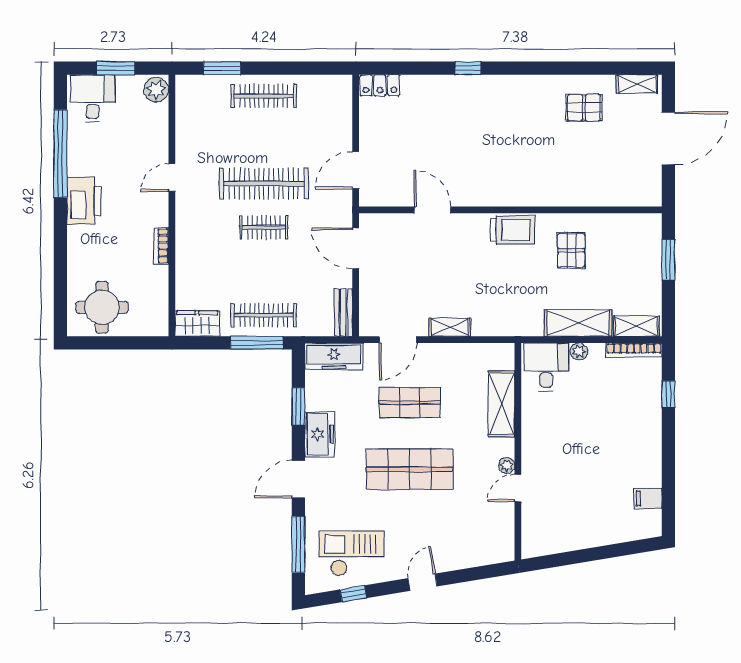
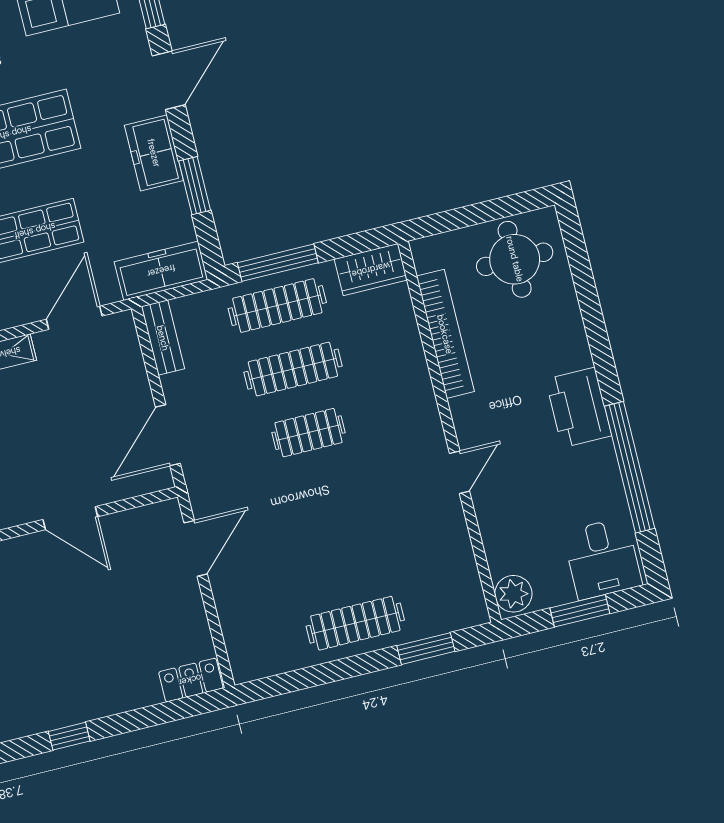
clothes rail: (264, 184) -> (293, 369), moved, width x0.73, depth x0.76
bookcase: (161, 246) -> (445, 334), width x2.31, depth x1.31
door: (356, 248) -> (168, 435), swing flipped

